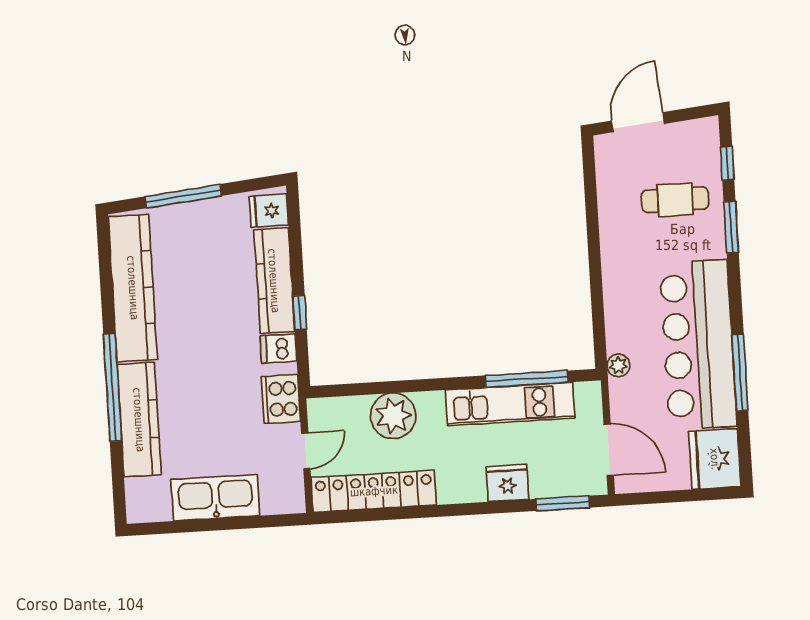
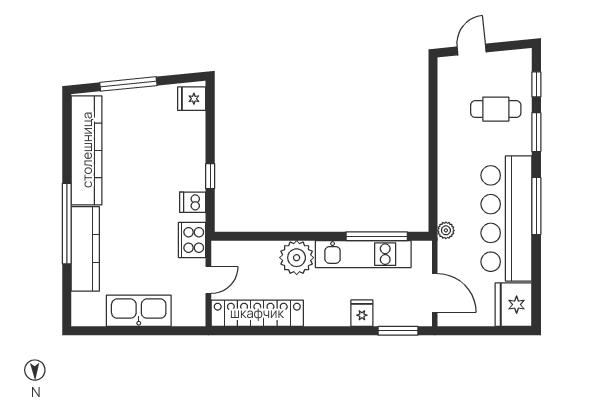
door: (638, 122) -> (472, 49), width x0.73
kitchen counter: (274, 281) -> (193, 151), removed
window: (740, 372) -> (536, 206), moved
plant: (393, 416) -> (297, 258), moved
fridge: (507, 483) -> (362, 313), width x0.72

